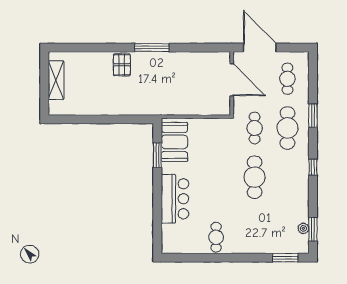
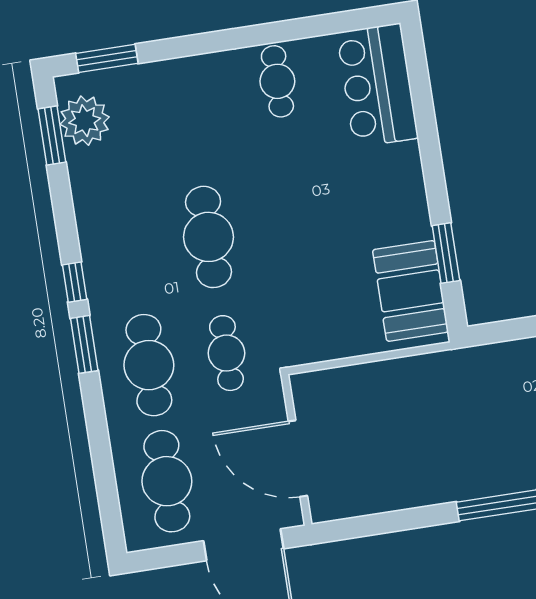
cafe table: (287, 79) -> (167, 481), width x1.37, depth x1.35
window: (313, 116) -> (84, 344), moved
bar counter: (175, 199) -> (377, 85), moved
plant: (303, 228) -> (85, 121), width x1.87, depth x1.87

